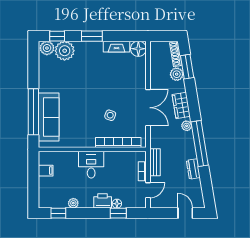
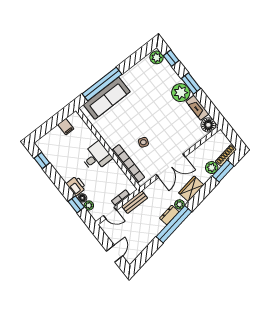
plant: (65, 51) -> (181, 93), moved
dresser: (193, 169) -> (169, 215), moved
plant: (73, 203) -> (89, 205), moved

